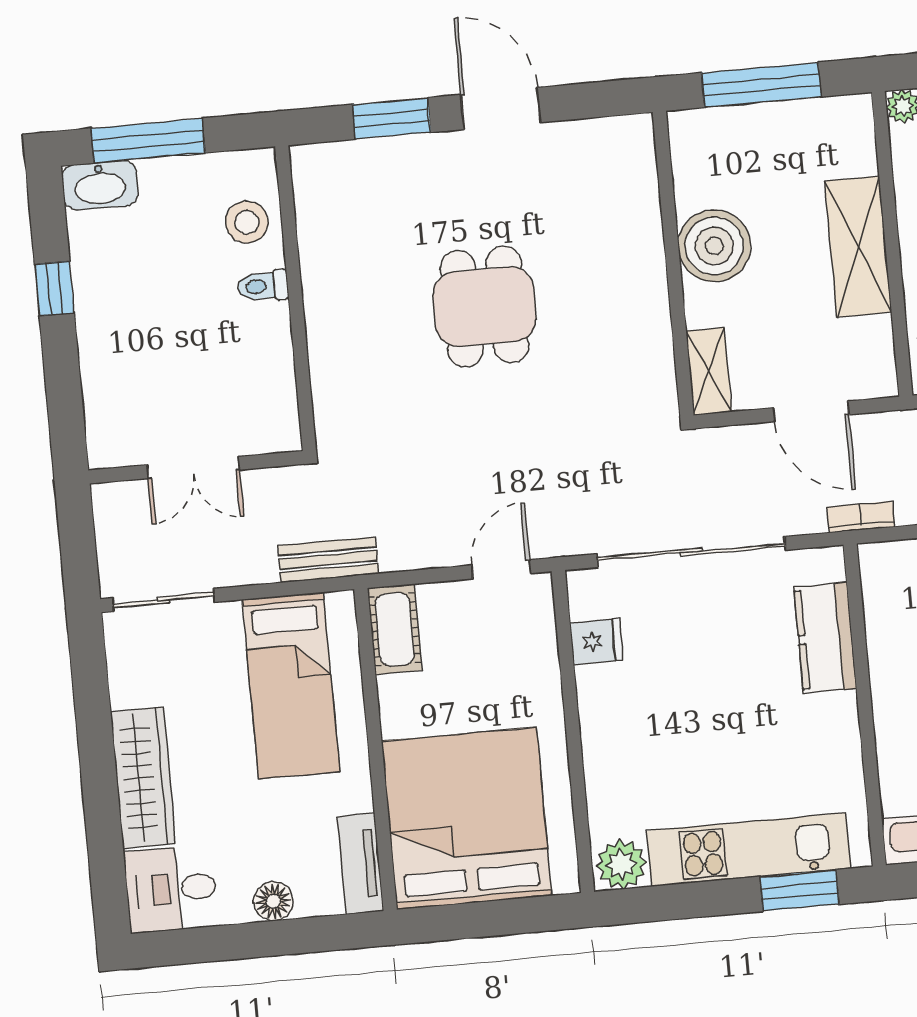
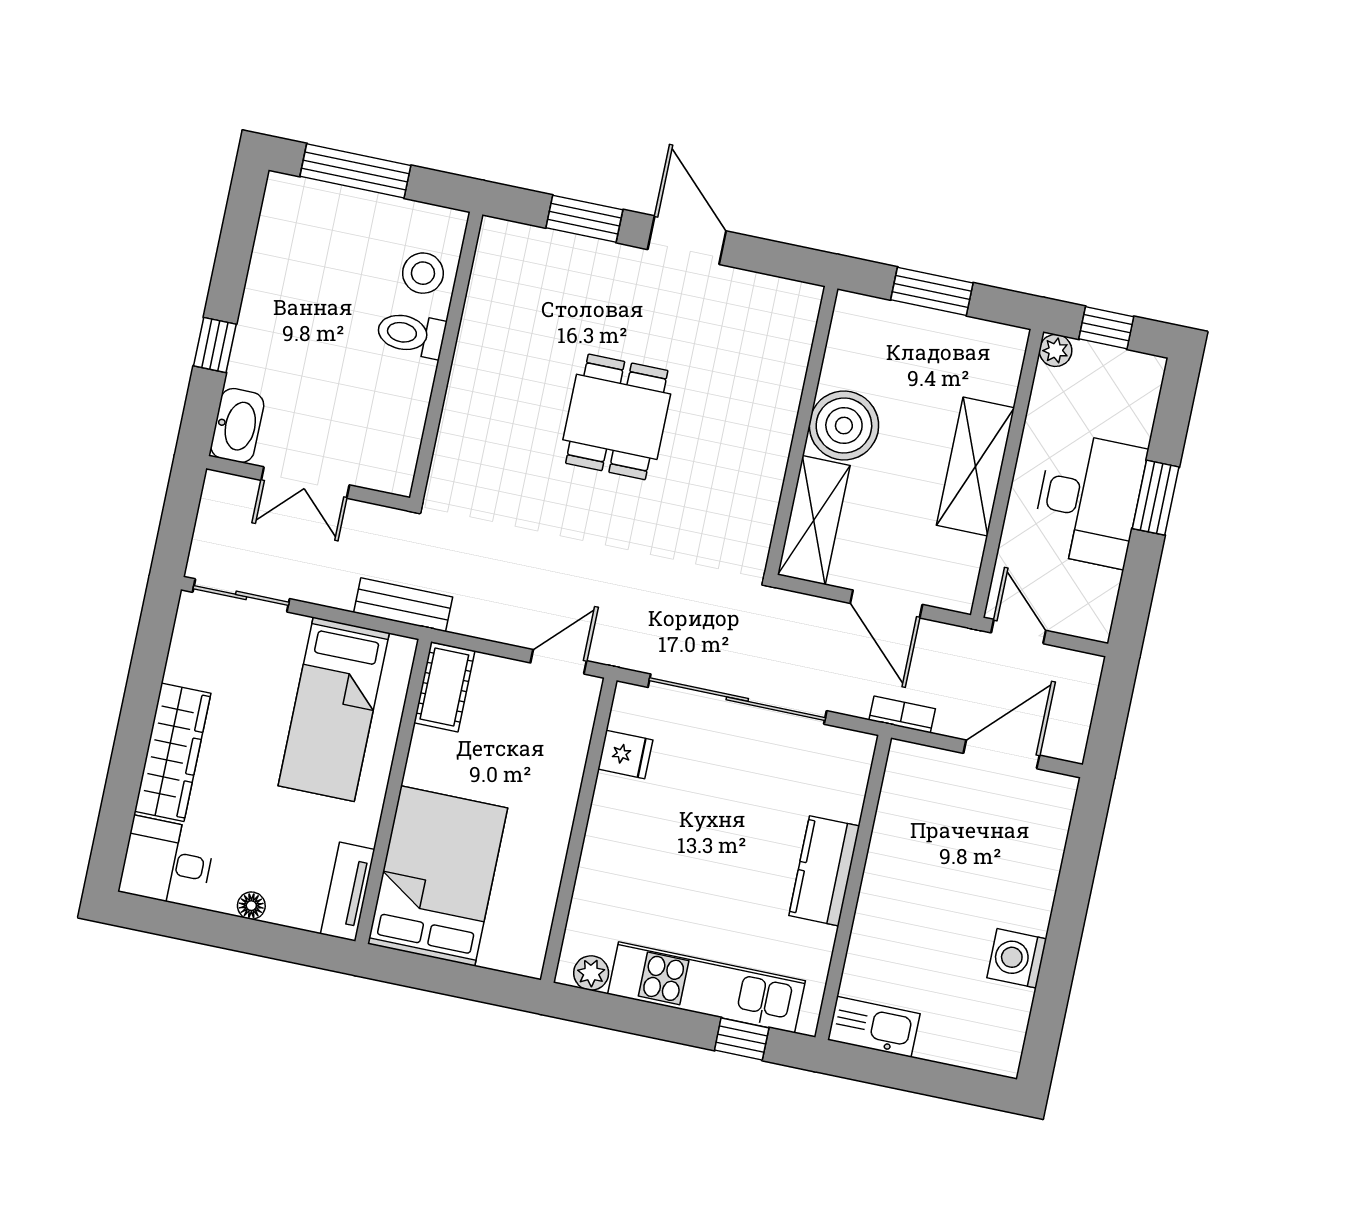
window: (761, 85) -> (932, 291), width x0.69
washbasin: (100, 185) -> (237, 425), moved, turned -90
toilet: (263, 286) -> (411, 334), width x1.37, depth x1.39
window: (54, 289) -> (215, 345), moved
shelving: (709, 371) -> (814, 520), width x1.50, depth x1.33
kitchen counter: (825, 638) -> (824, 871), moved
bed: (466, 818) -> (438, 876), width x0.73
plant: (621, 864) -> (591, 973), width x0.73, depth x0.73
window: (800, 890) -> (742, 1039), width x0.67
floor lamp: (273, 901) -> (251, 906), width x0.73, depth x0.73

